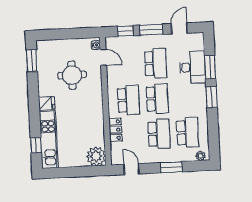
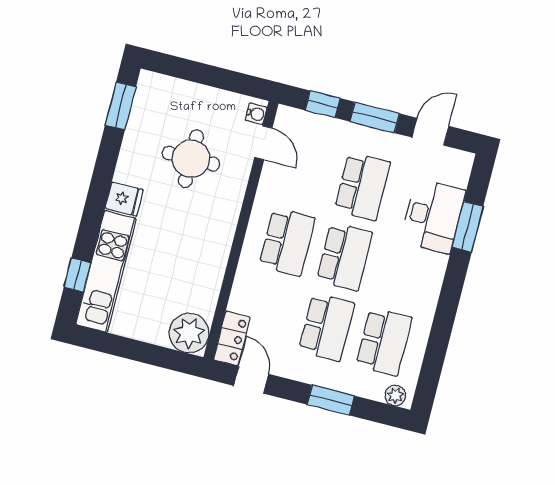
window: (212, 97) -> (452, 286), removed
locker: (115, 130) -> (232, 338), moved

